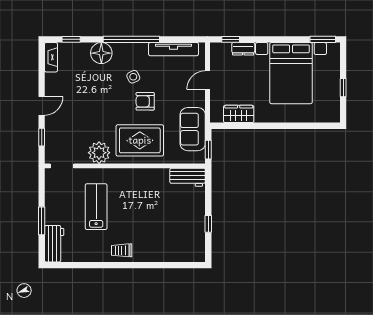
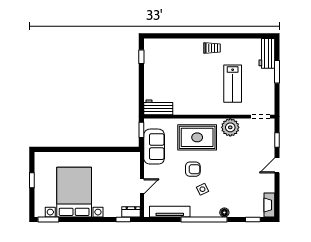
dresser: (243, 49) -> (131, 212), moved
floor lamp: (101, 53) -> (224, 212), width x0.53, depth x0.53
wardrobe: (239, 114) -> (117, 159), removed
window: (208, 224) -> (141, 57), moved

